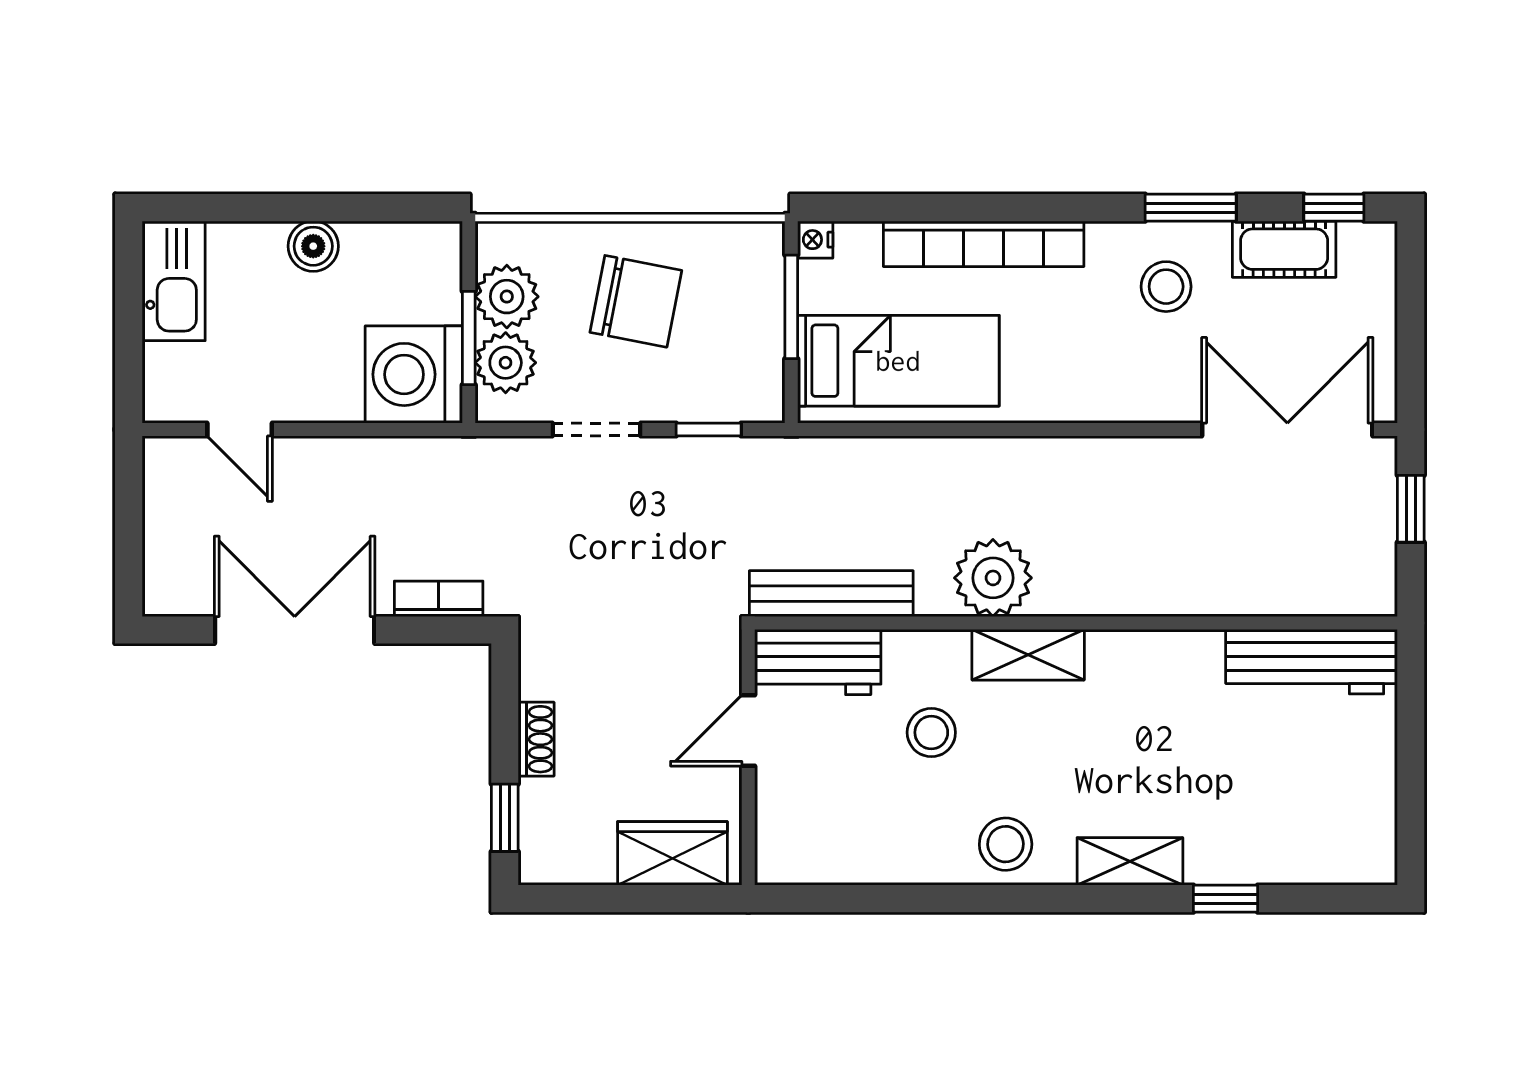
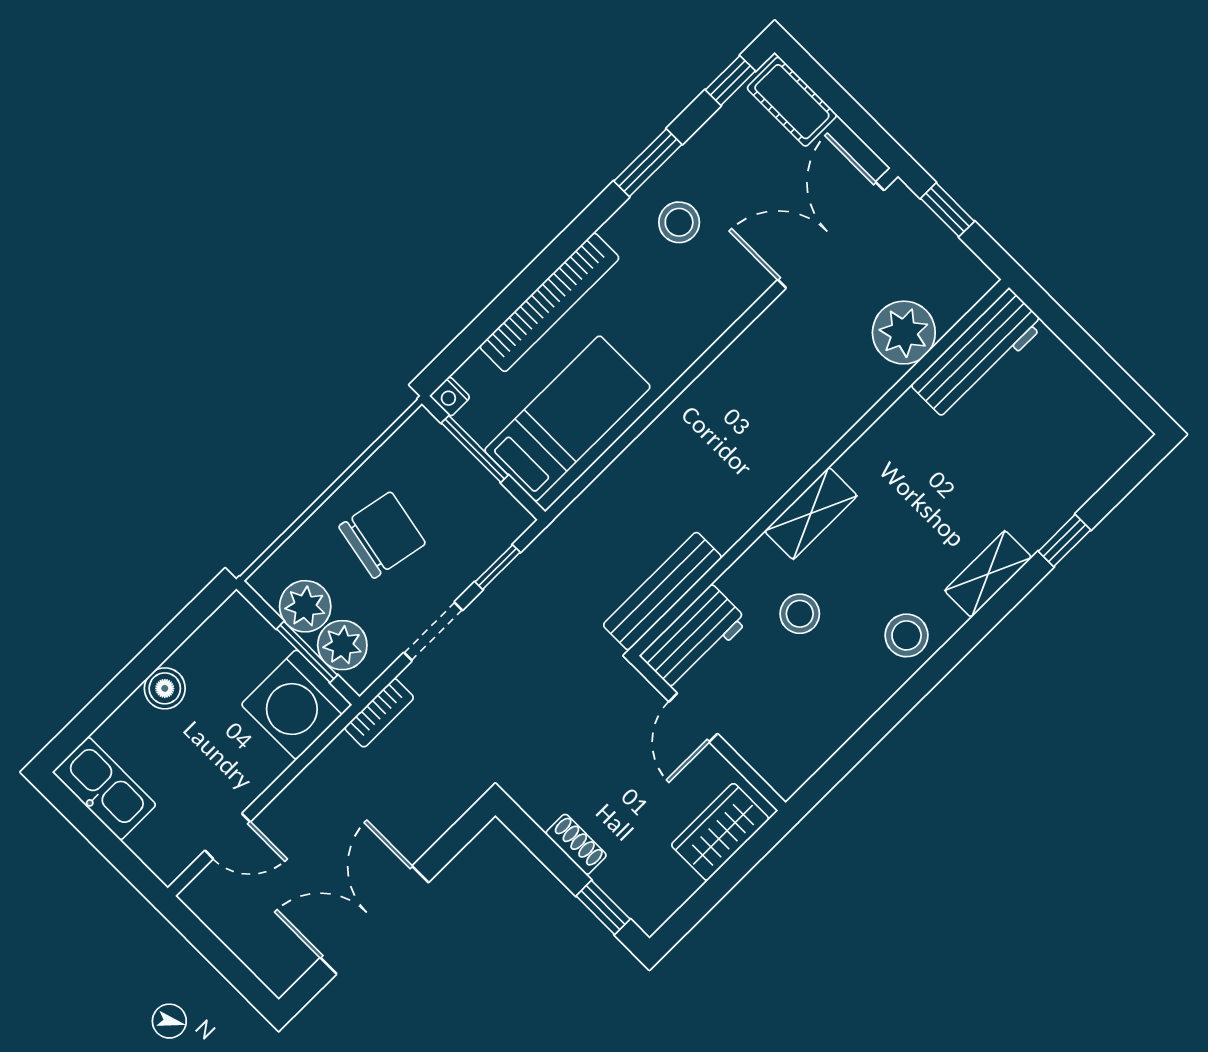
cot: (1284, 249) -> (792, 102), moved, turned 90
plant: (993, 578) -> (904, 333), moved
bookcase: (439, 599) -> (379, 713), moved, turned 180

